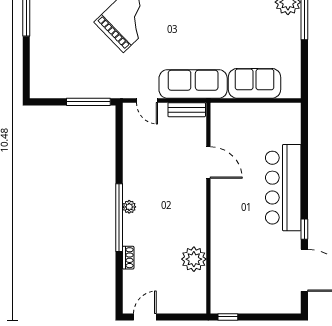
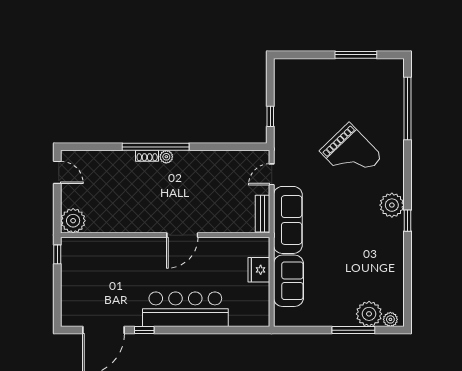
window: (88, 102) -> (270, 116), width x0.46
fridge: (243, 113) -> (259, 270), added
door: (208, 163) -> (182, 235), moved
shoe rack: (128, 258) -> (147, 156), moved
plant: (194, 259) -> (73, 221), moved

